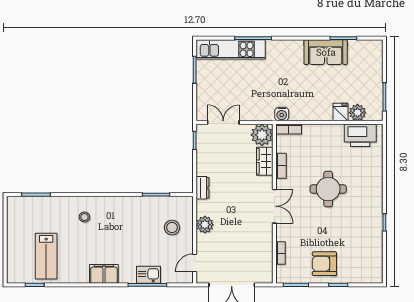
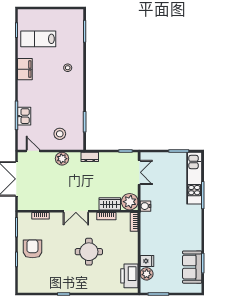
sofa: (326, 52) -> (192, 267), moved
water cooler: (282, 114) -> (145, 206), moved
filing cabinet: (104, 274) -> (25, 69), moved

